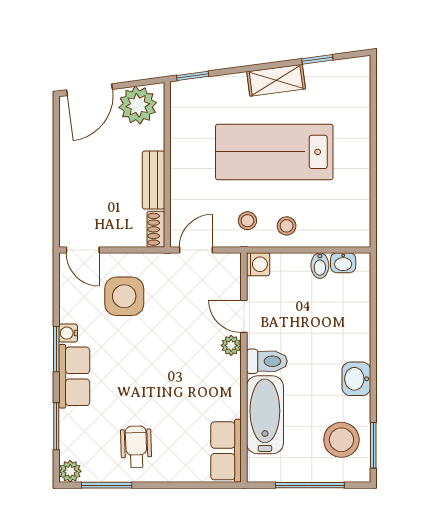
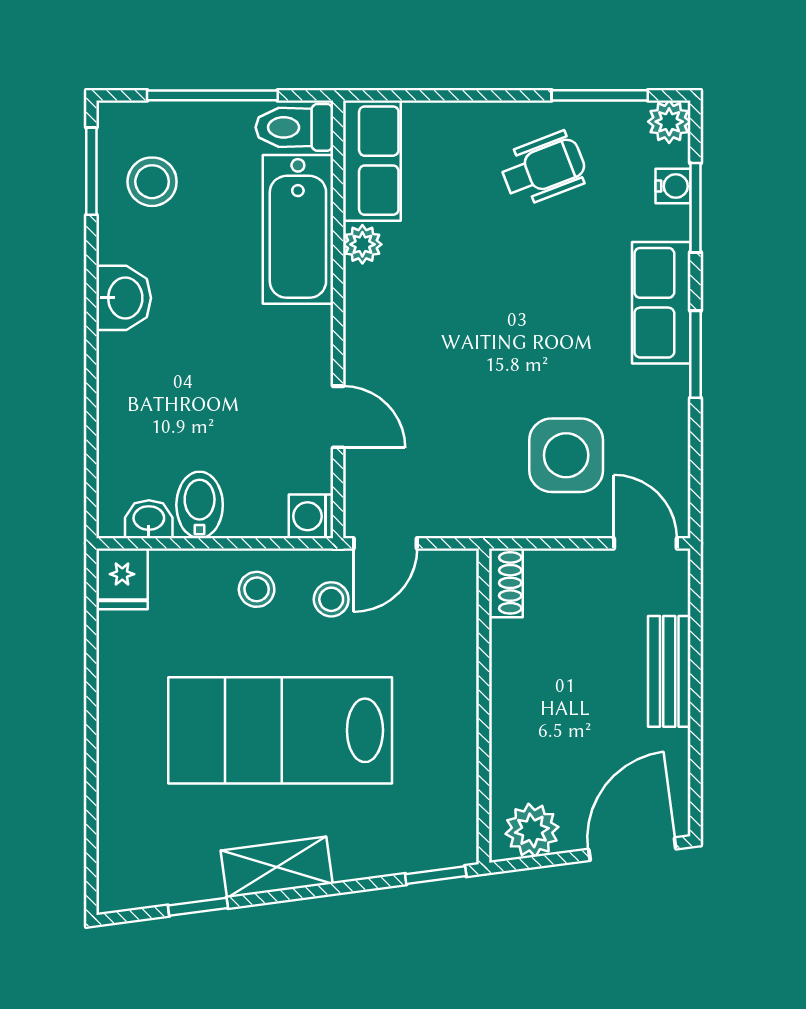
plant: (138, 105) -> (532, 830), width x0.73, depth x0.73
lab bench: (274, 152) -> (280, 730), turned 180
bench: (154, 180) -> (669, 671), moved
fridge: (357, 231) -> (122, 579), added
door: (196, 250) -> (385, 543), moved
bidet: (320, 266) -> (200, 505), width x1.38, depth x1.36
water cooler: (68, 333) -> (673, 186), moved
plant: (231, 345) -> (362, 244), moved
toilet: (267, 361) -> (294, 127), moved
stool: (341, 440) -> (152, 182), width x0.73, depth x0.73
wheelchair: (136, 447) -> (543, 169), turned -109

